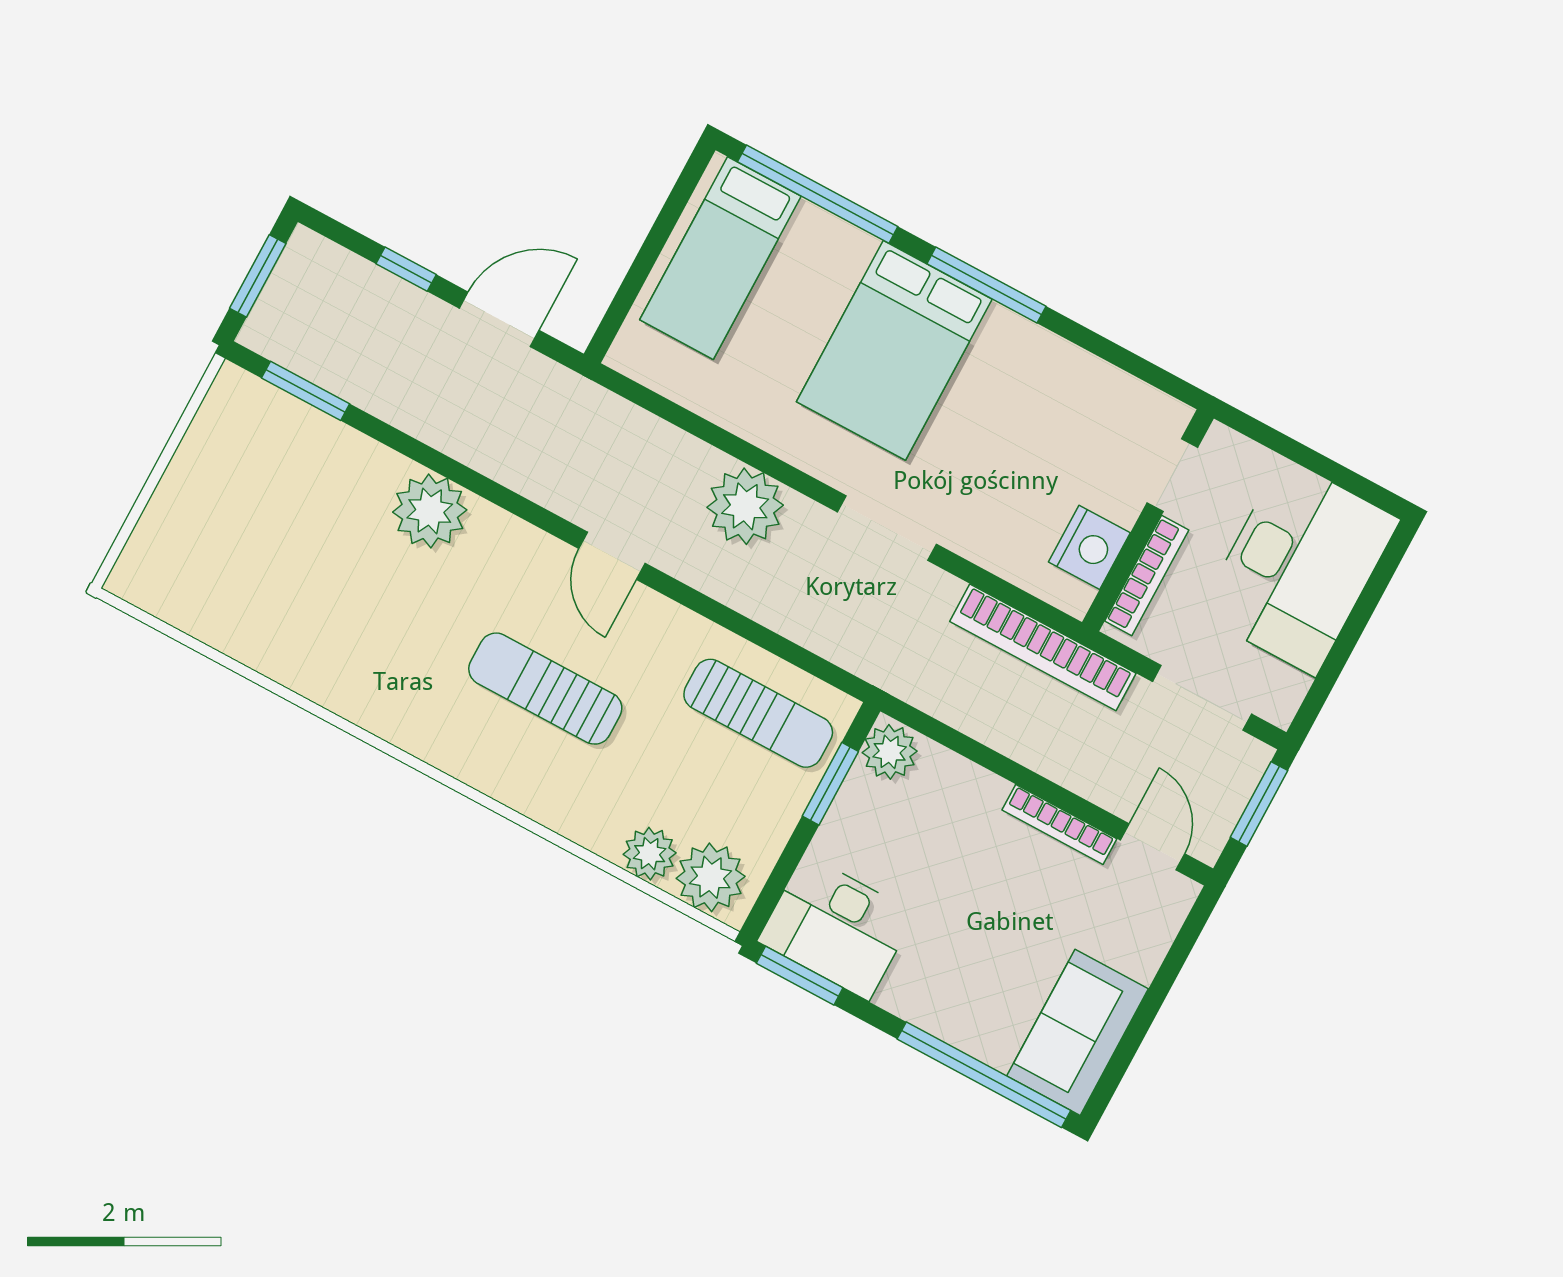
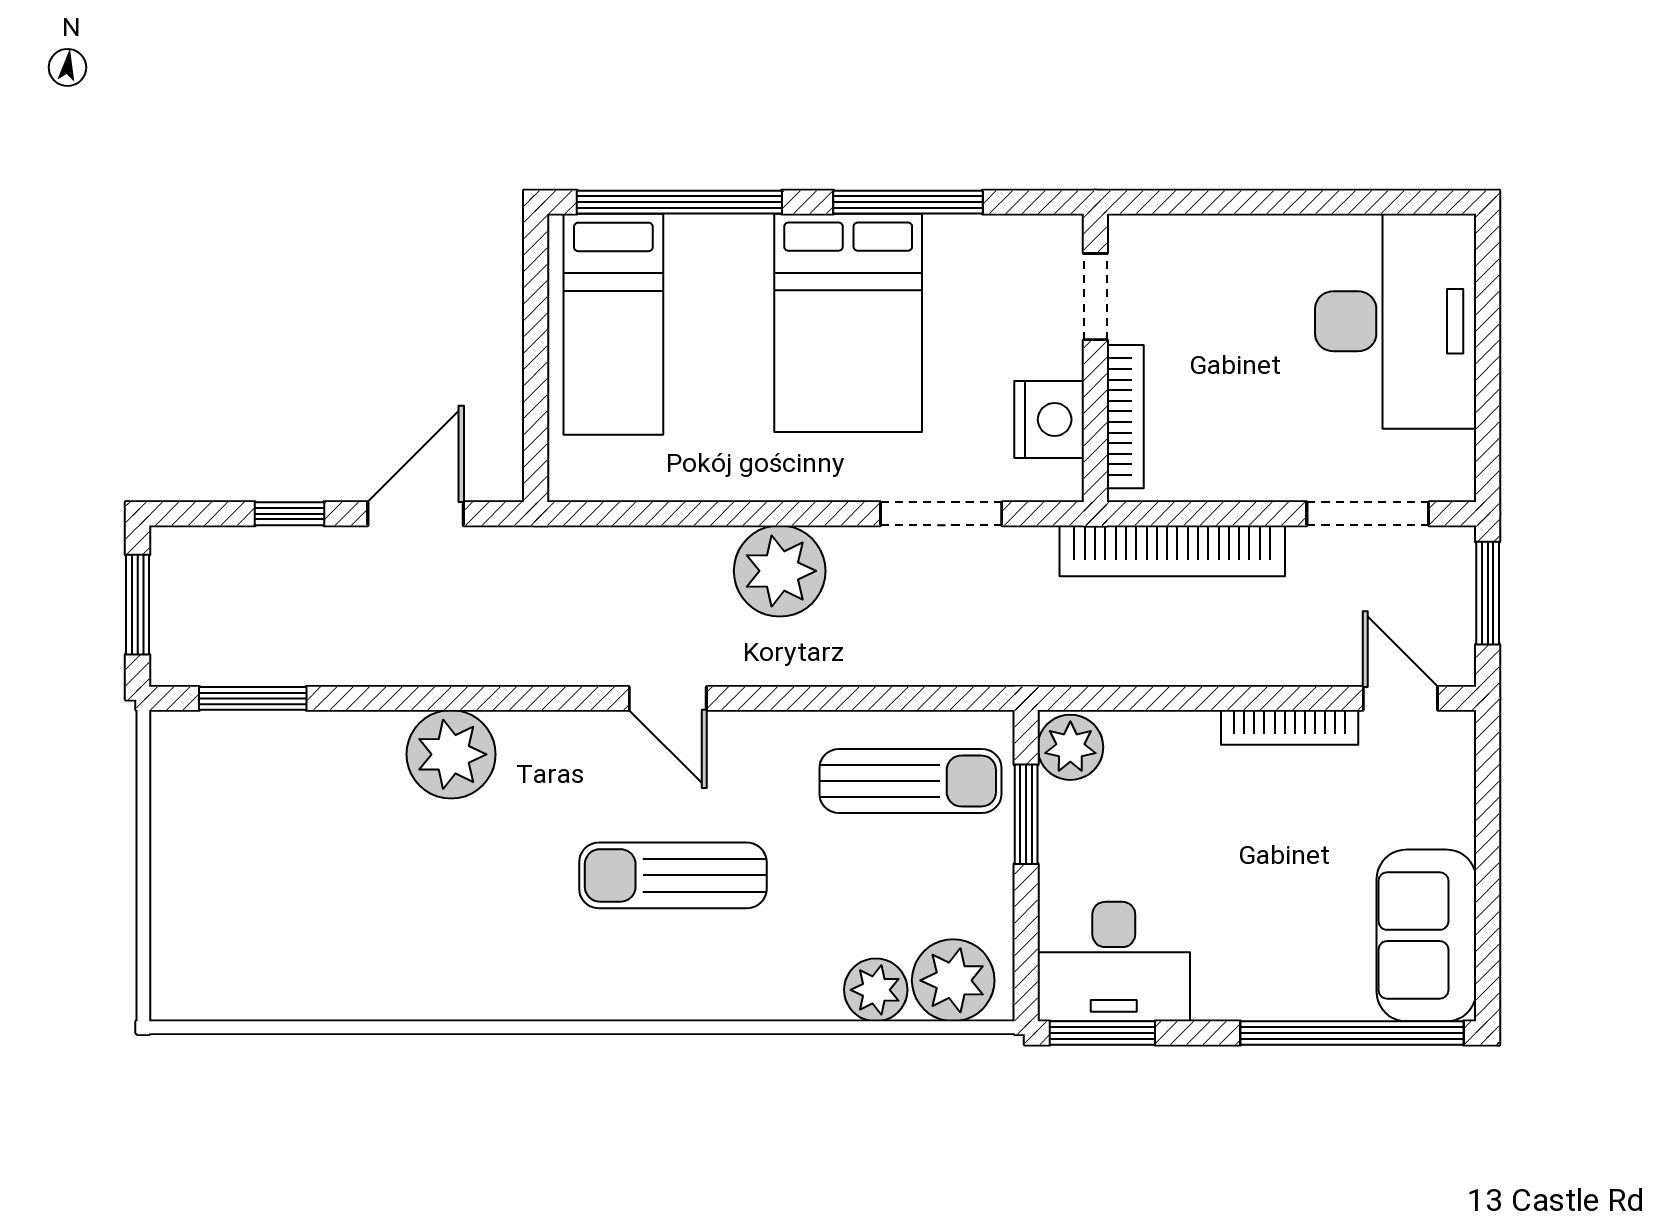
doorway: (1172, 475) -> (1095, 297), moved
wall: (1148, 520) -> (1095, 358), moved
nightstand: (1089, 547) -> (1049, 419), moved
bookcase: (1147, 576) -> (1125, 417), moved

